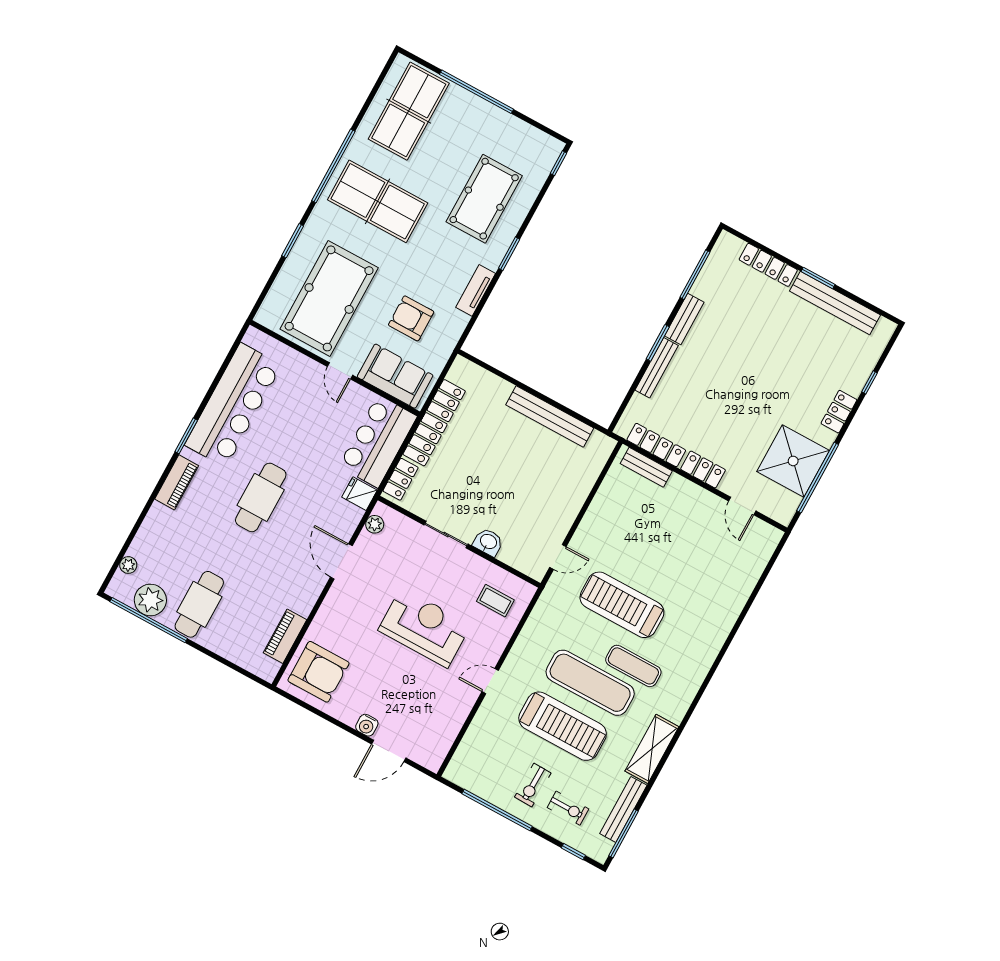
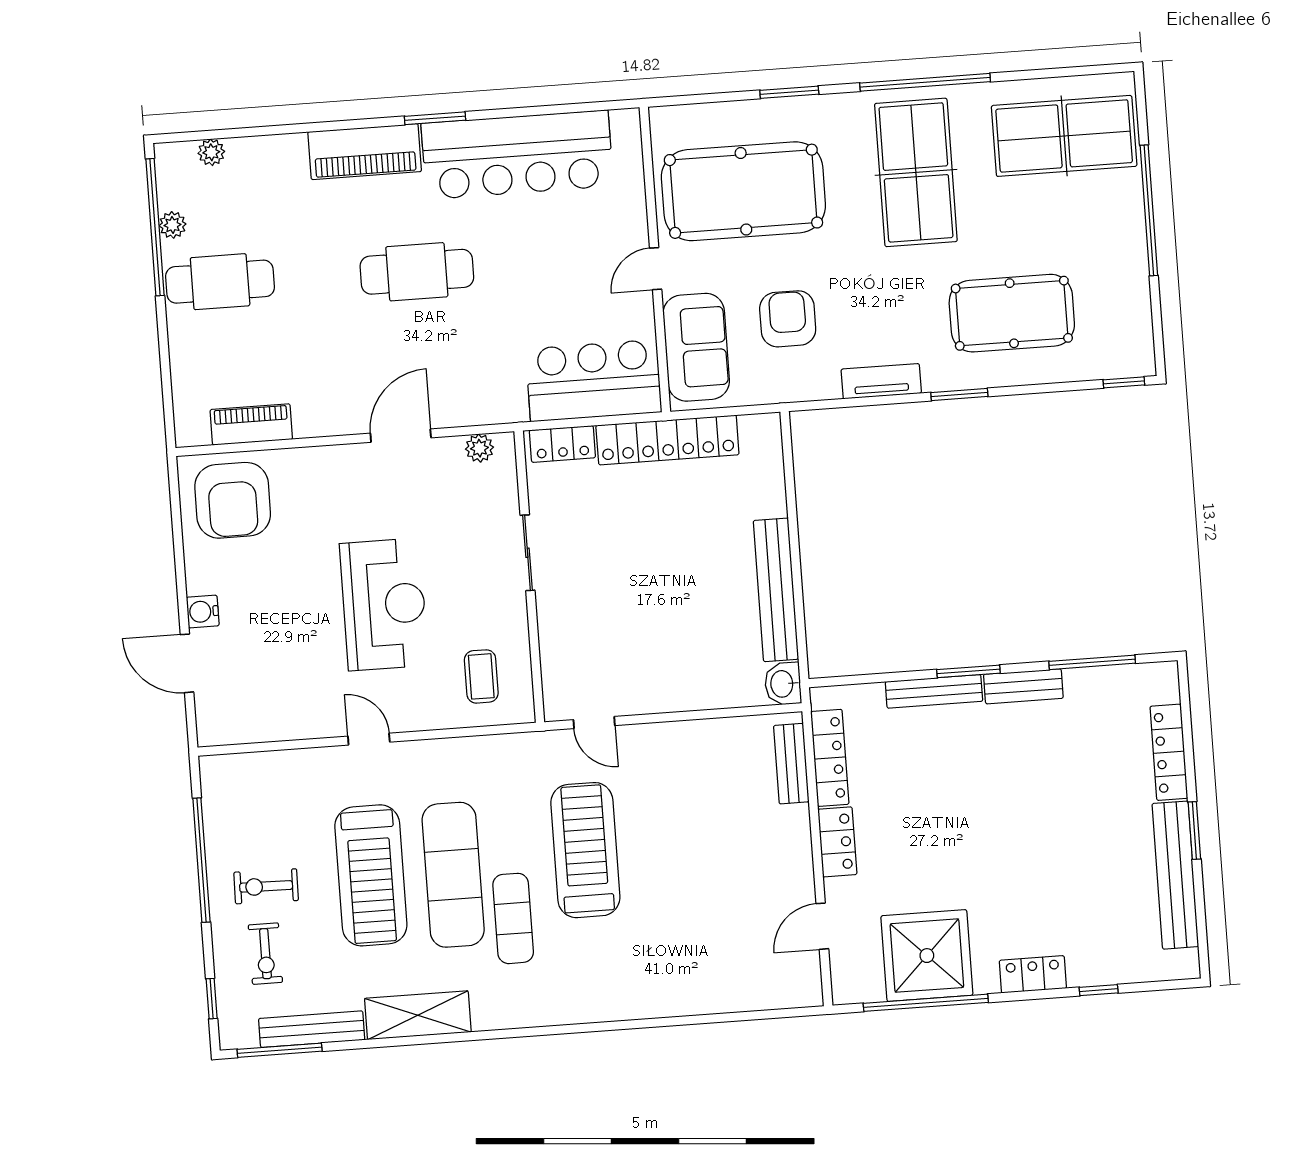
piano: (177, 482) -> (365, 152), width x1.37, depth x1.33
fridge: (360, 494) -> (508, 401), removed
washbasin: (488, 542) -> (783, 684), moved, turned 180
plant: (150, 600) -> (173, 225), width x0.53, depth x0.53

